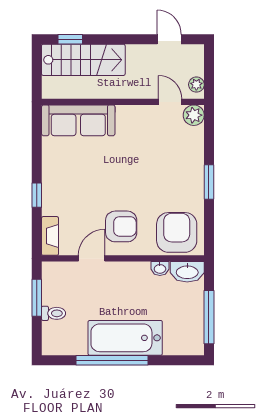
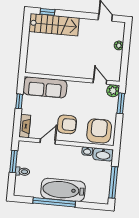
wall: (123, 102) -> (72, 79), moved
door: (170, 102) -> (100, 82), moved
plant: (194, 115) -> (113, 91), moved
sofa: (78, 120) -> (45, 87), moved

